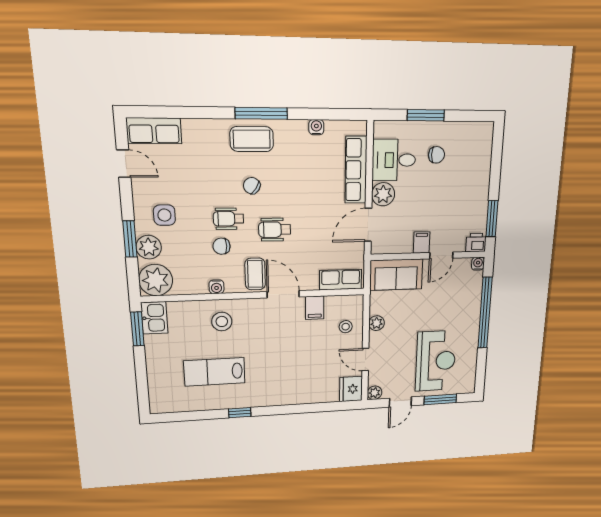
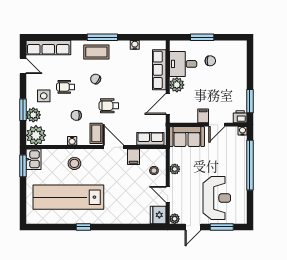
row of seats: (154, 131) -> (48, 48), width x1.48
wheelchair: (229, 219) -> (66, 87), moved
lab bench: (214, 372) -> (68, 197), width x1.86, depth x1.39

